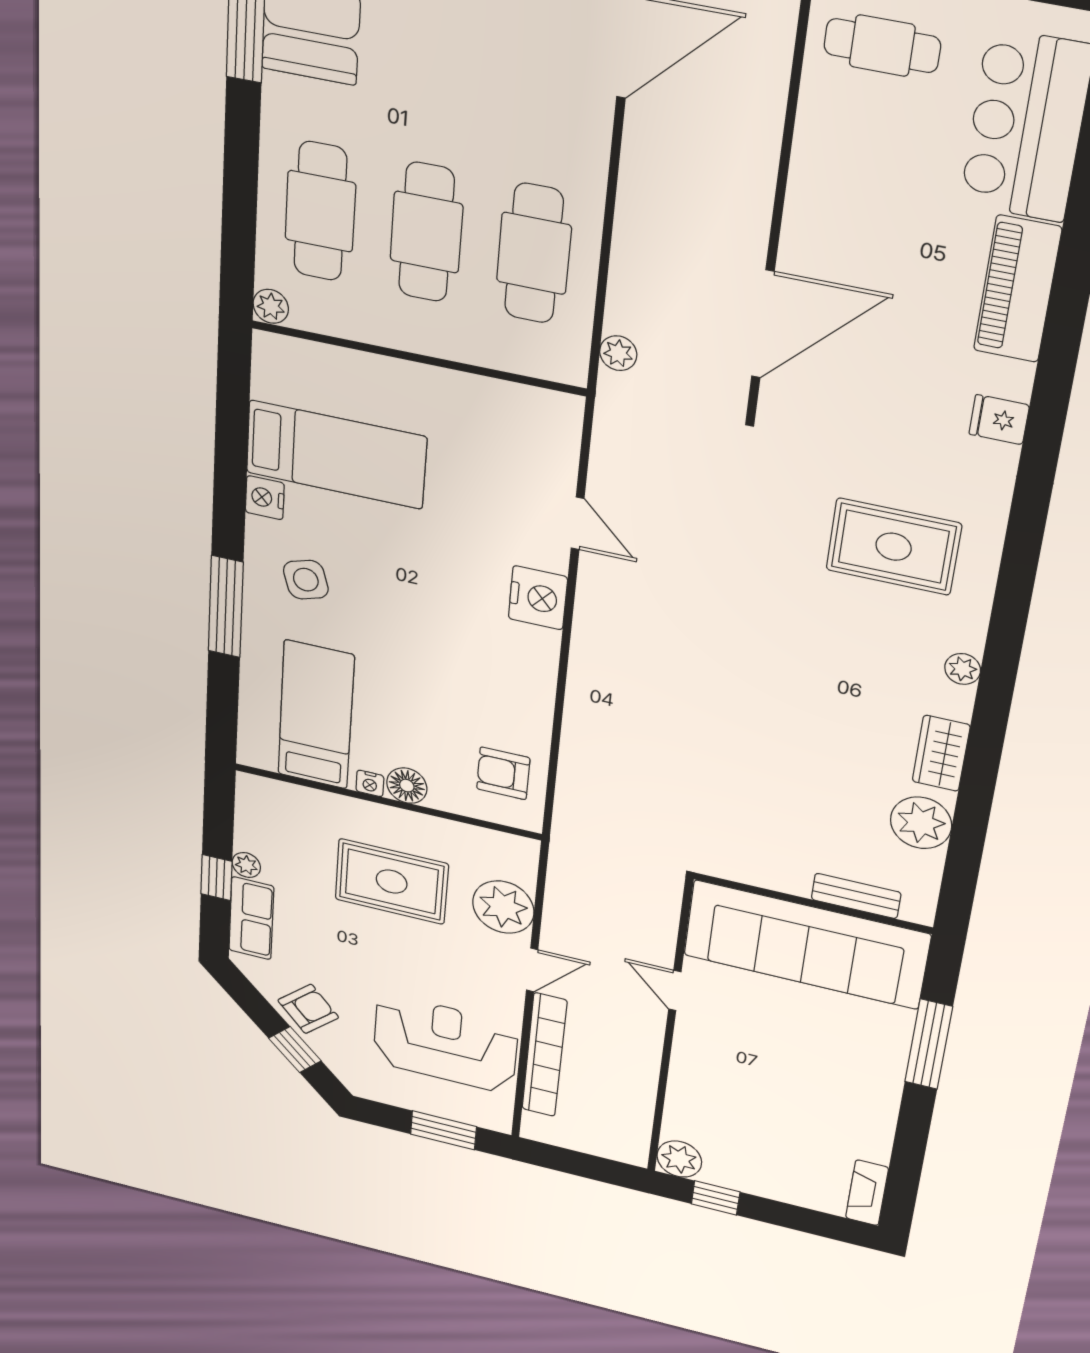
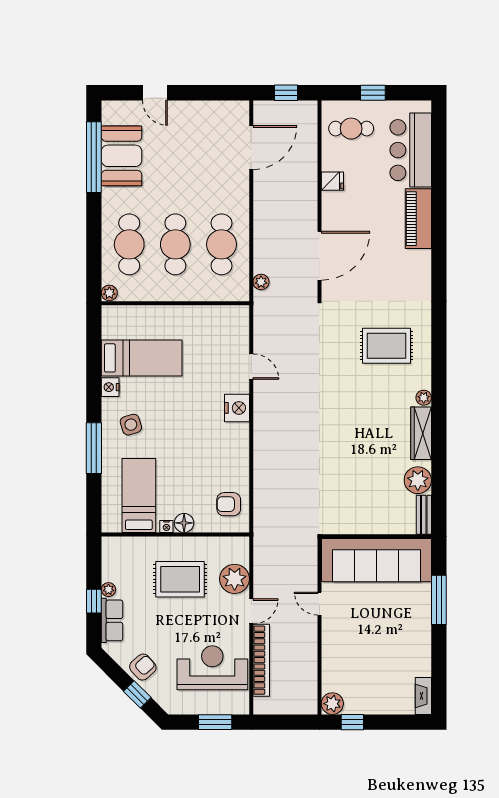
fridge: (999, 420) -> (332, 181), moved, turned 180
wardrobe: (941, 753) -> (421, 433), width x1.50
bench: (856, 896) -> (424, 515), moved, turned 90

